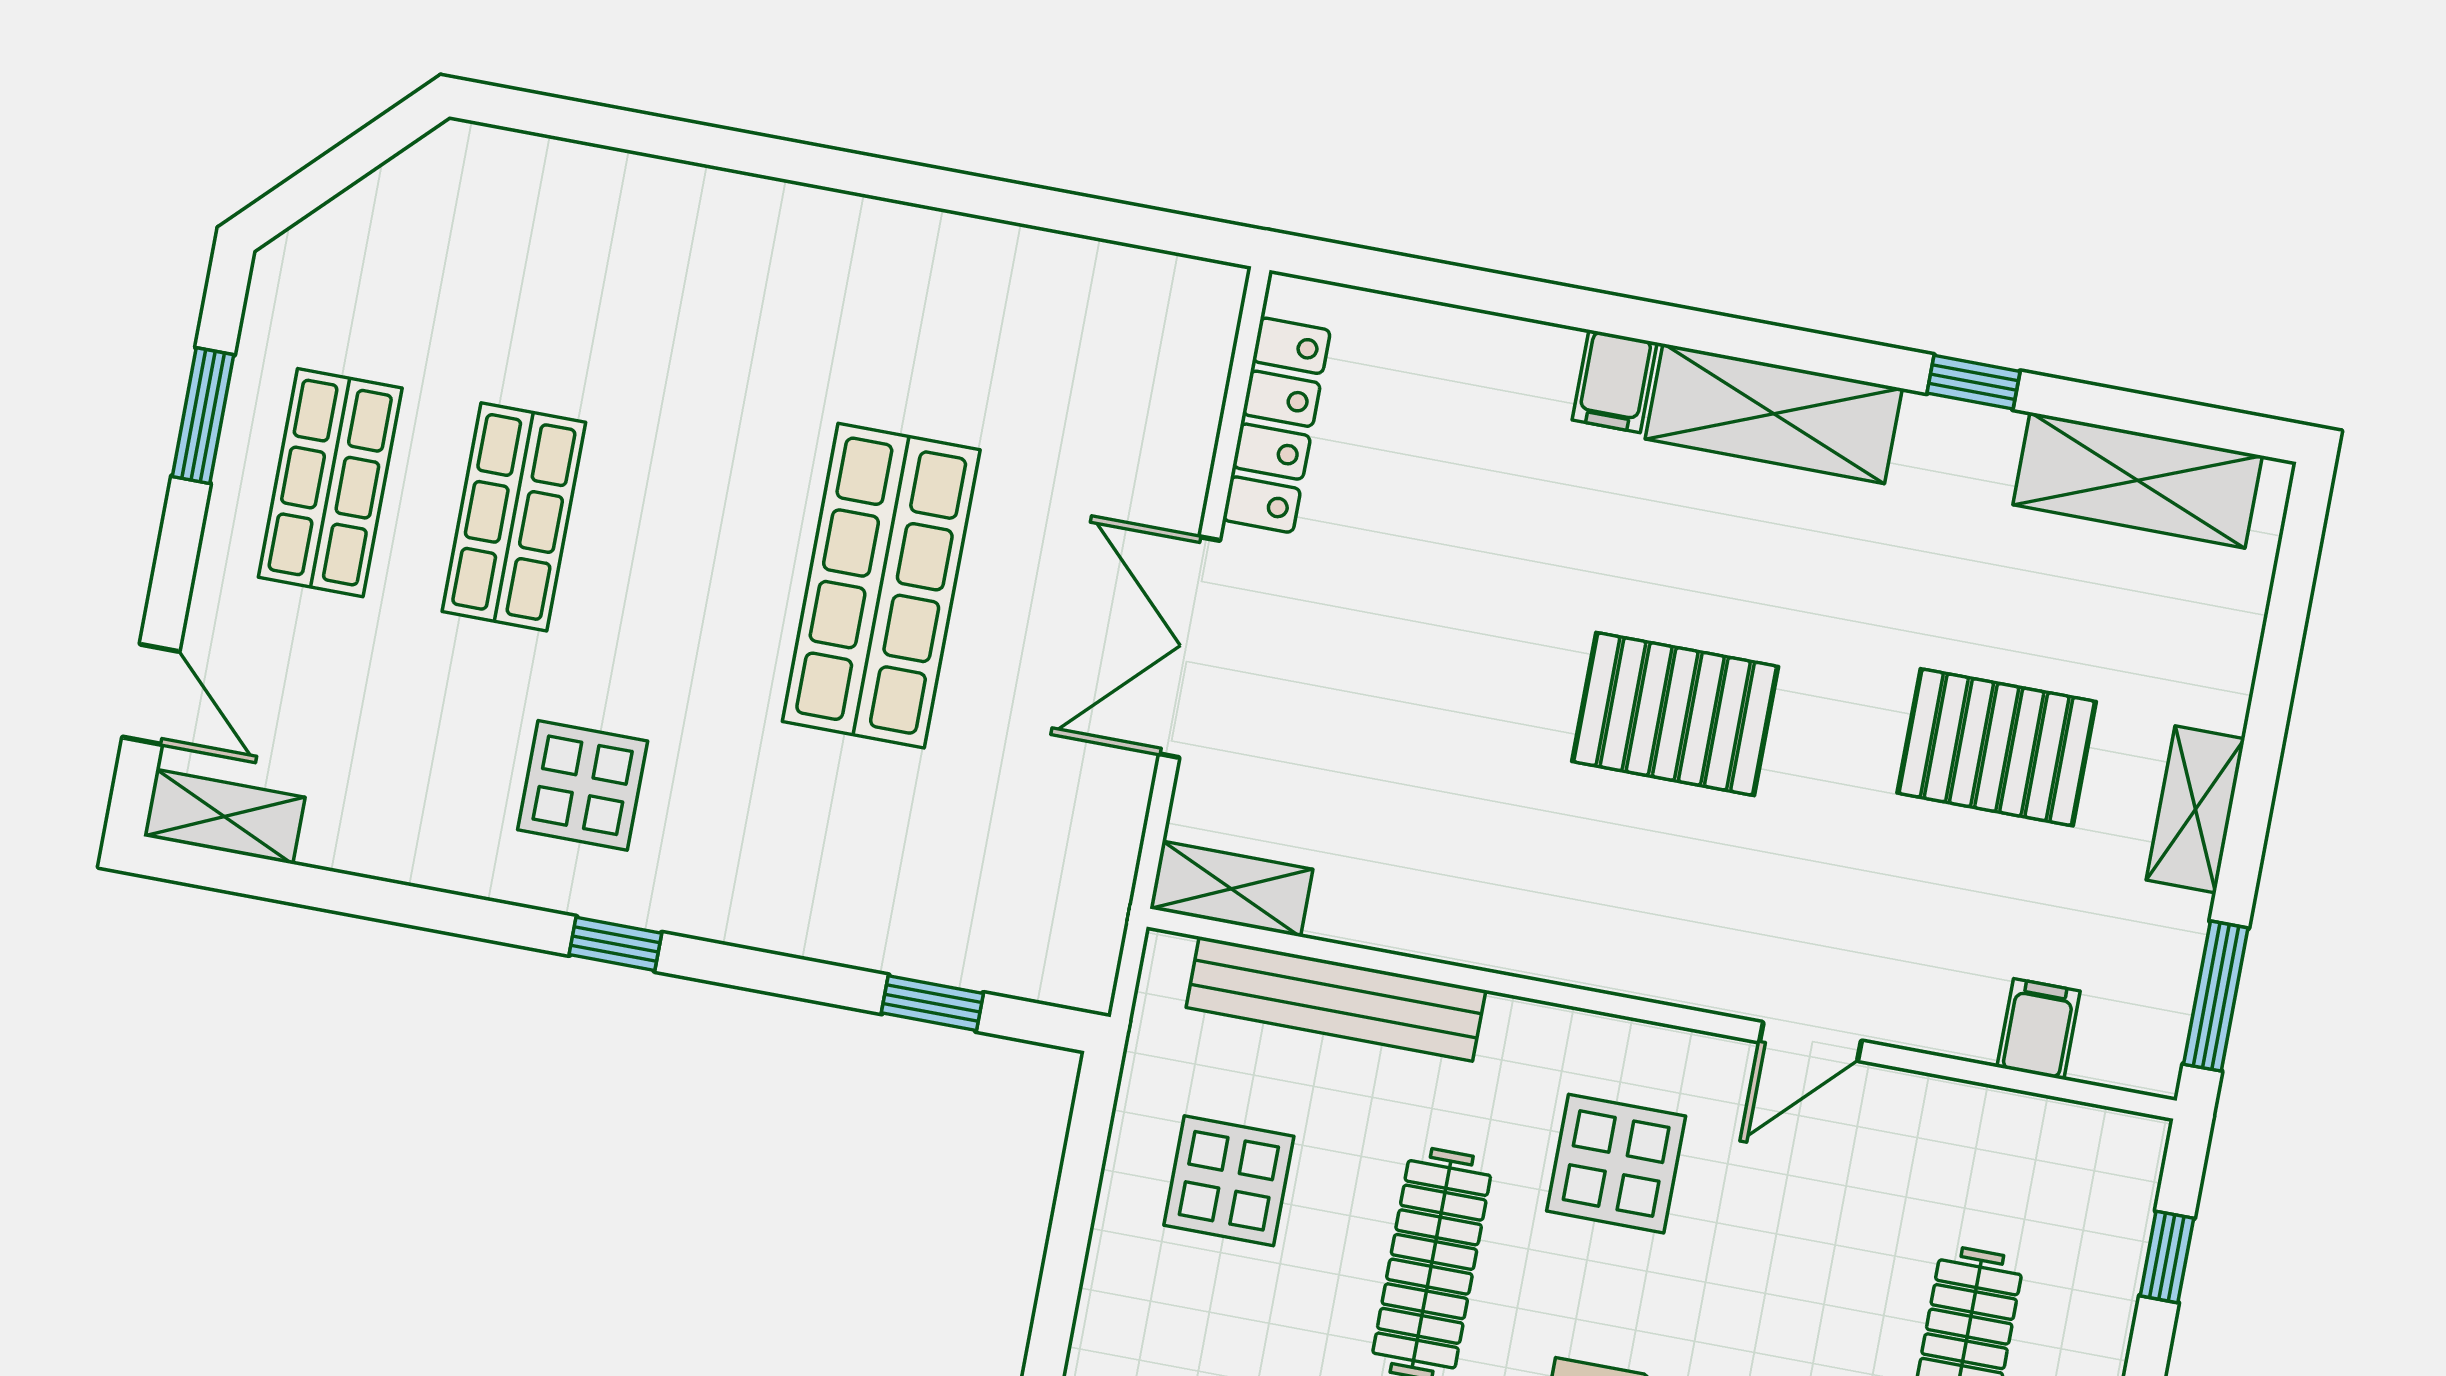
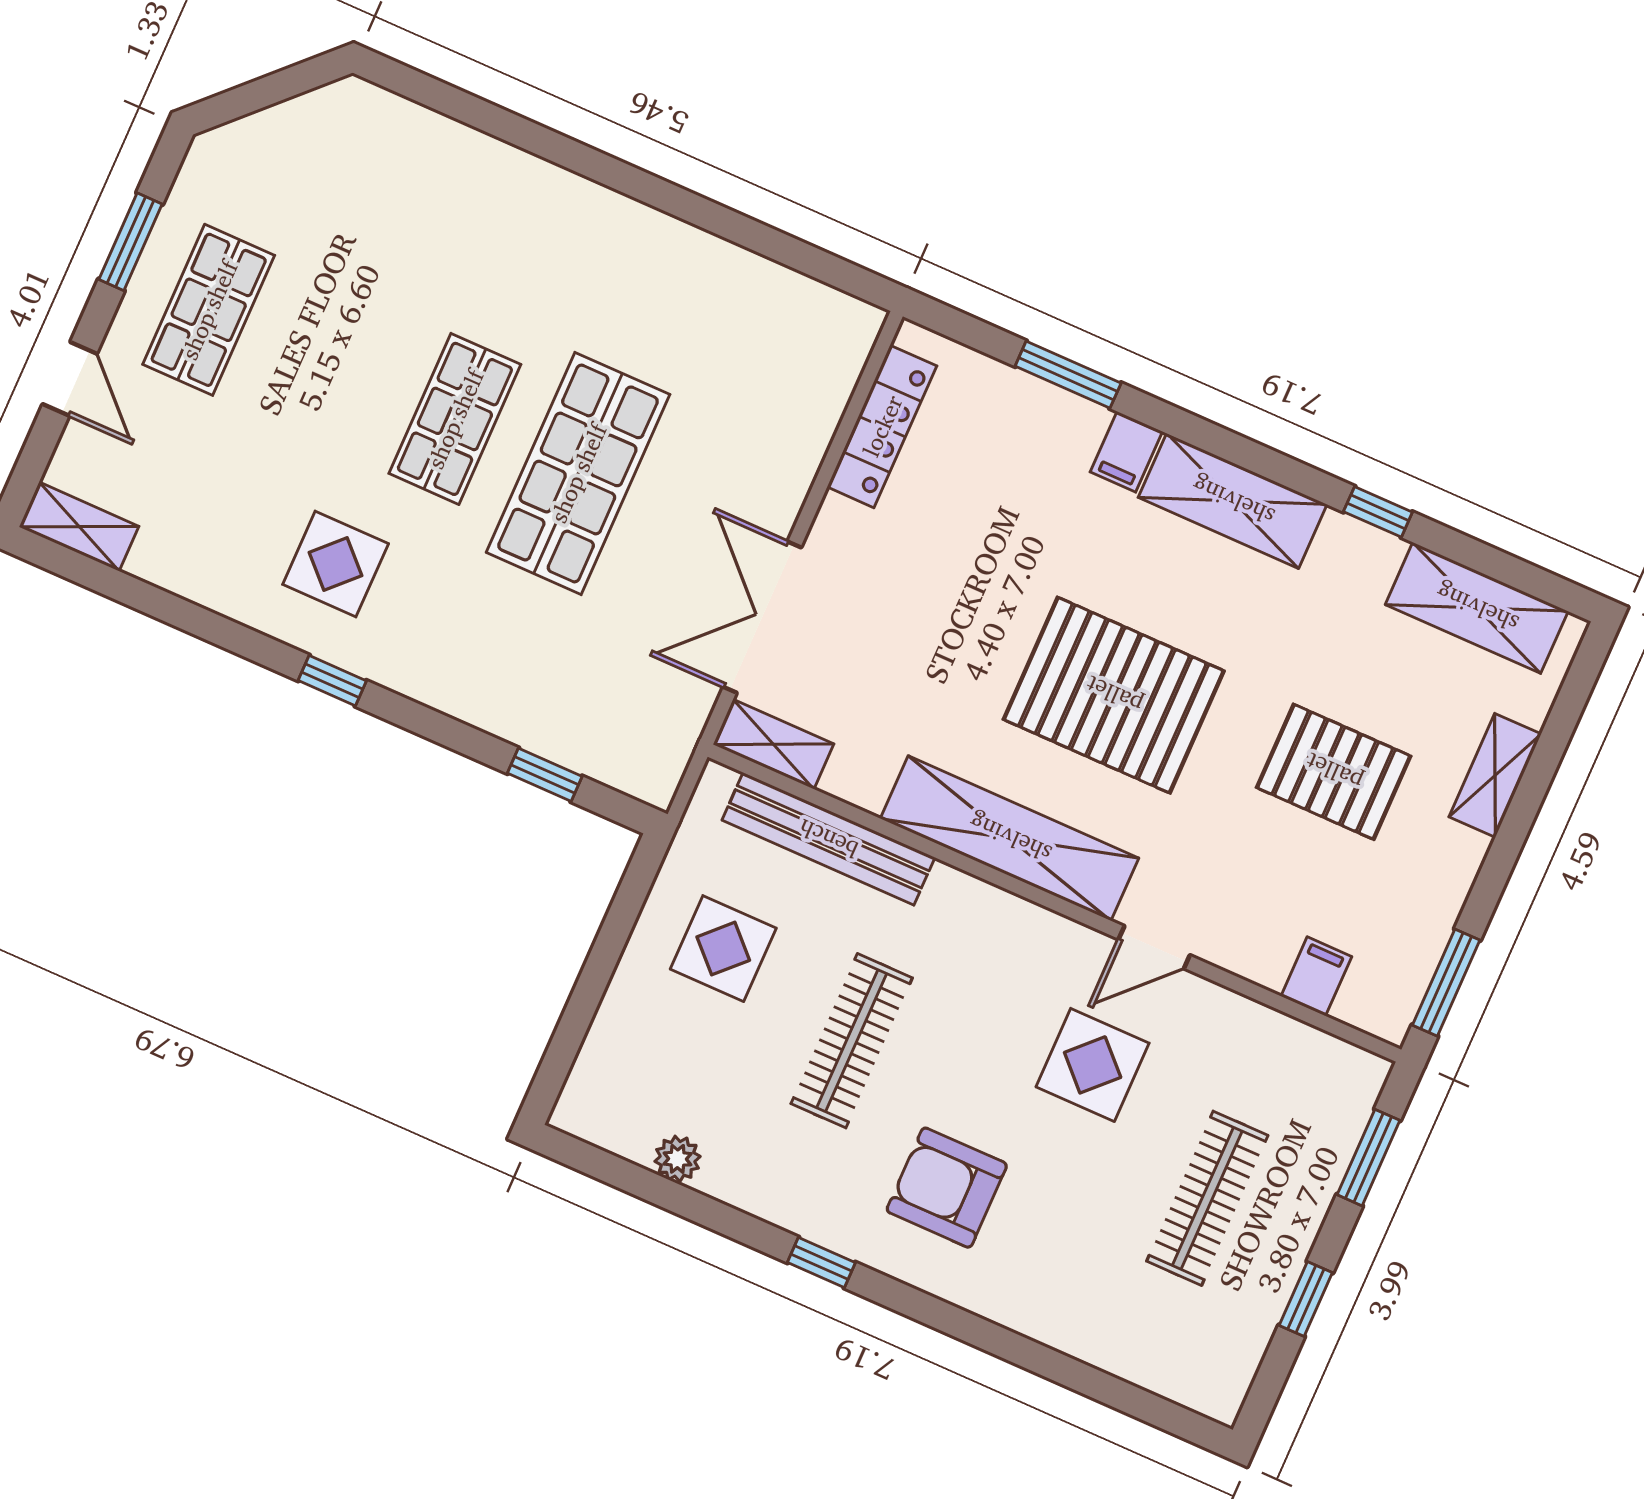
window: (1511, 296) -> (1068, 375), added
shop shelf: (514, 517) -> (455, 419), moved
double door: (1189, 647) -> (762, 617), moved
door: (151, 694) -> (70, 379), moved
pallet: (1675, 714) -> (1114, 695), width x1.37, depth x1.41
shelving: (2195, 809) -> (1495, 775), moved
shelving: (1580, 941) -> (1010, 838), added
display table: (1616, 1164) -> (1093, 1065), moved
window: (2167, 1257) -> (1369, 1158), width x1.50

